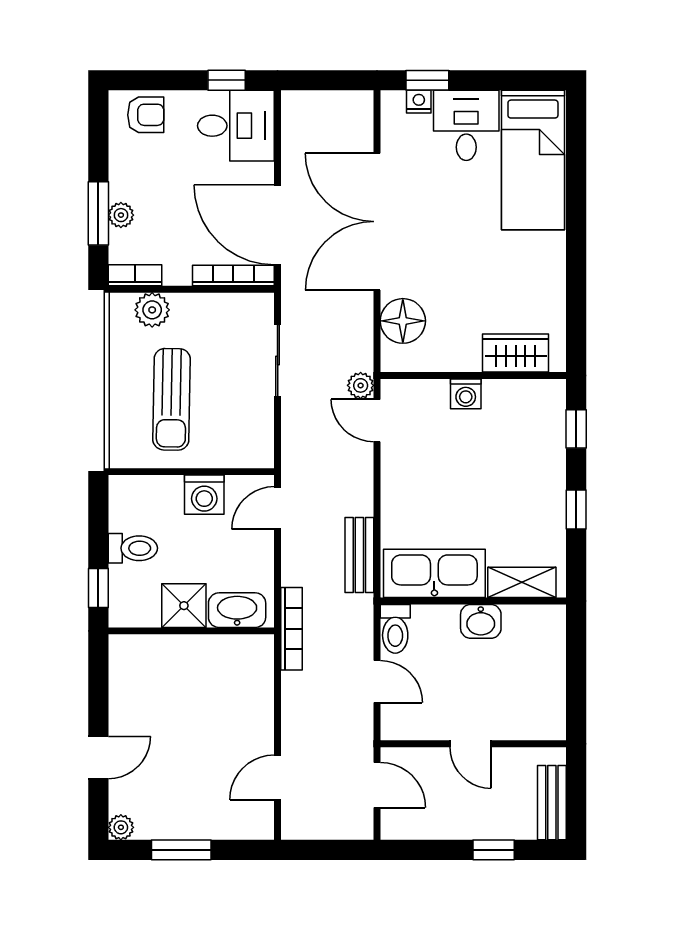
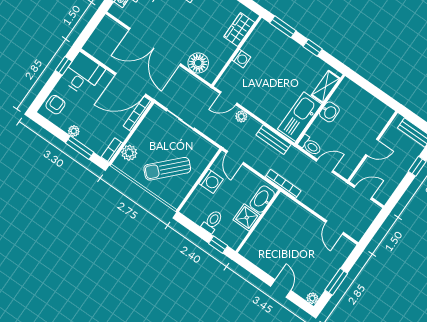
plant: (121, 215) -> (74, 131), moved
plant: (361, 385) -> (241, 116), moved
sun lounger: (171, 399) -> (167, 169), turned 133
window: (576, 429) -> (283, 27), width x1.50

